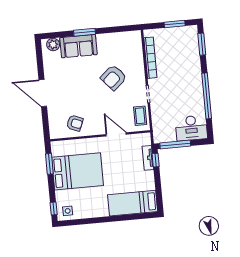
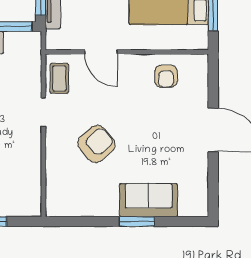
plant: (53, 44) -> (189, 207), removed
bookcase: (150, 58) -> (34, 171), removed
armchair: (75, 123) -> (166, 76), turned -112

